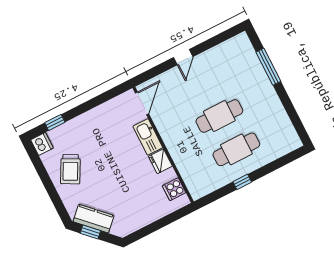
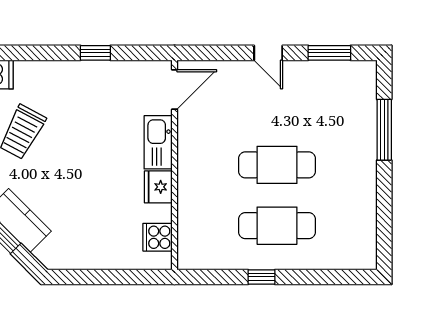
window: (217, 40) -> (329, 53), added
door: (183, 57) -> (268, 53), hinge flipped
window: (55, 122) -> (95, 53), moved

